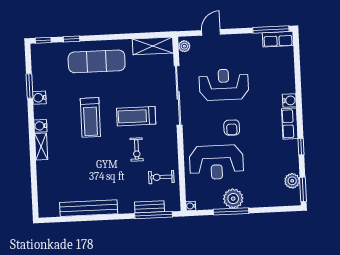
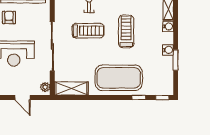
door: (211, 32) -> (22, 98), hinge flipped
exercise mat: (97, 61) -> (119, 78), width x1.47

